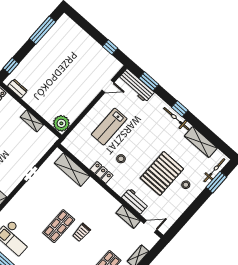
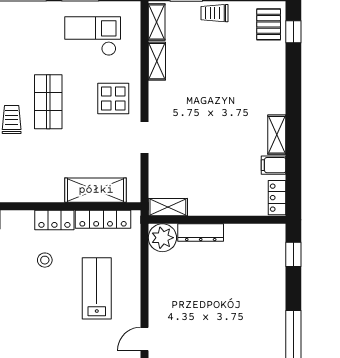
dresser: (18, 89) -> (201, 233), moved, width x1.44
shelving: (32, 121) -> (168, 207), moved
locker: (80, 154) -> (103, 219), added
display table: (29, 203) -> (113, 99), added

